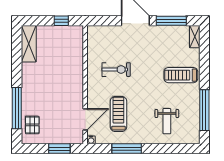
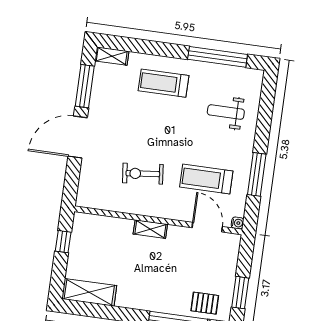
exercise bike: (116, 70) -> (143, 174), turned -96
treadmill: (181, 75) -> (163, 83), turned 90
shelving: (78, 80) -> (150, 229), added
weight bench: (167, 121) -> (226, 112), turned 180
window: (59, 149) -> (240, 293), moved

